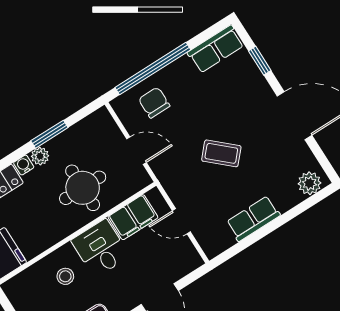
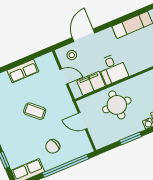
chair: (154, 103) -> (53, 146), moved, turned 69
plant: (40, 156) -> (138, 127), removed
stool: (65, 276) -> (72, 55), moved

